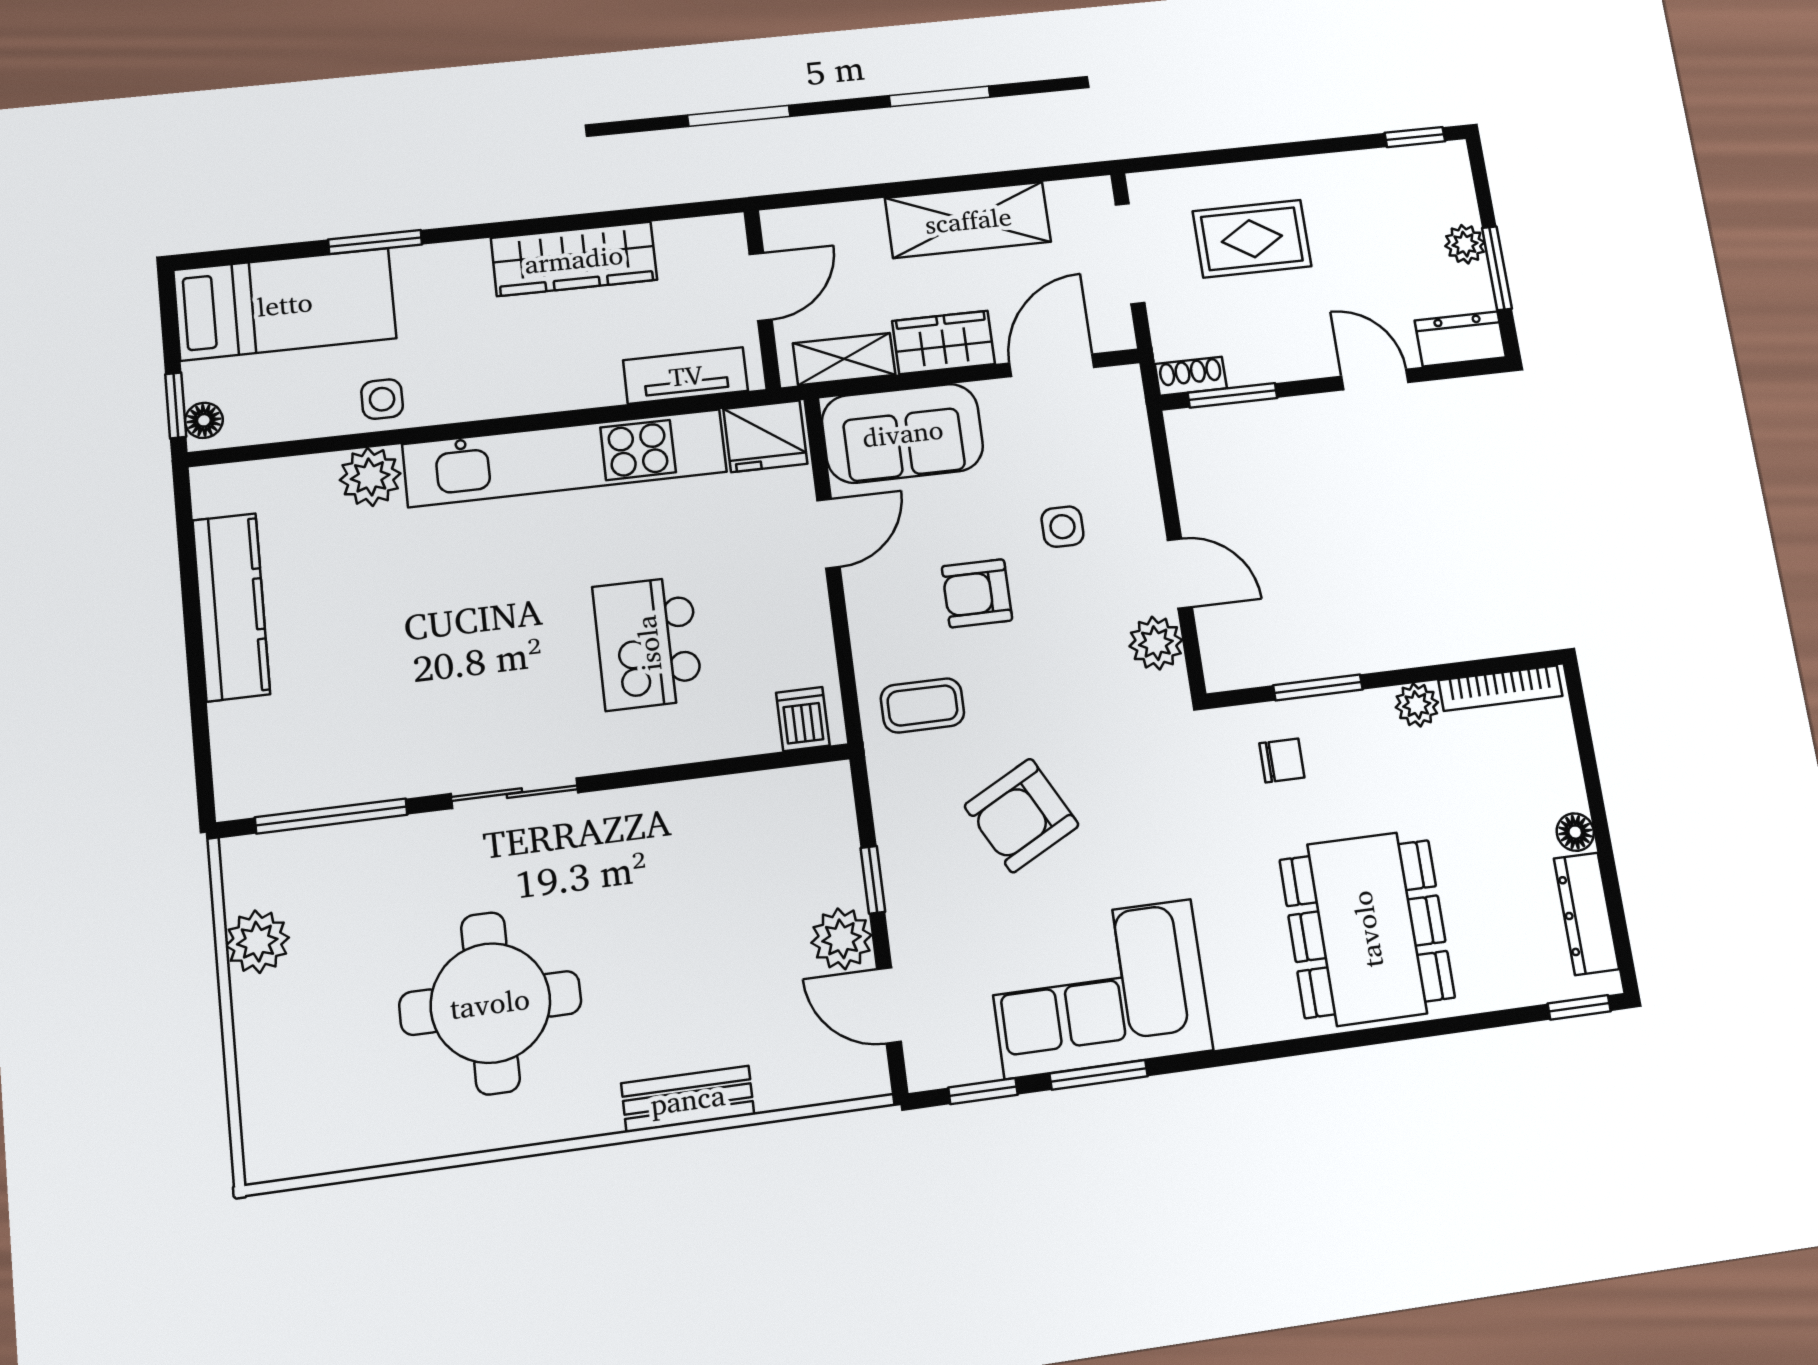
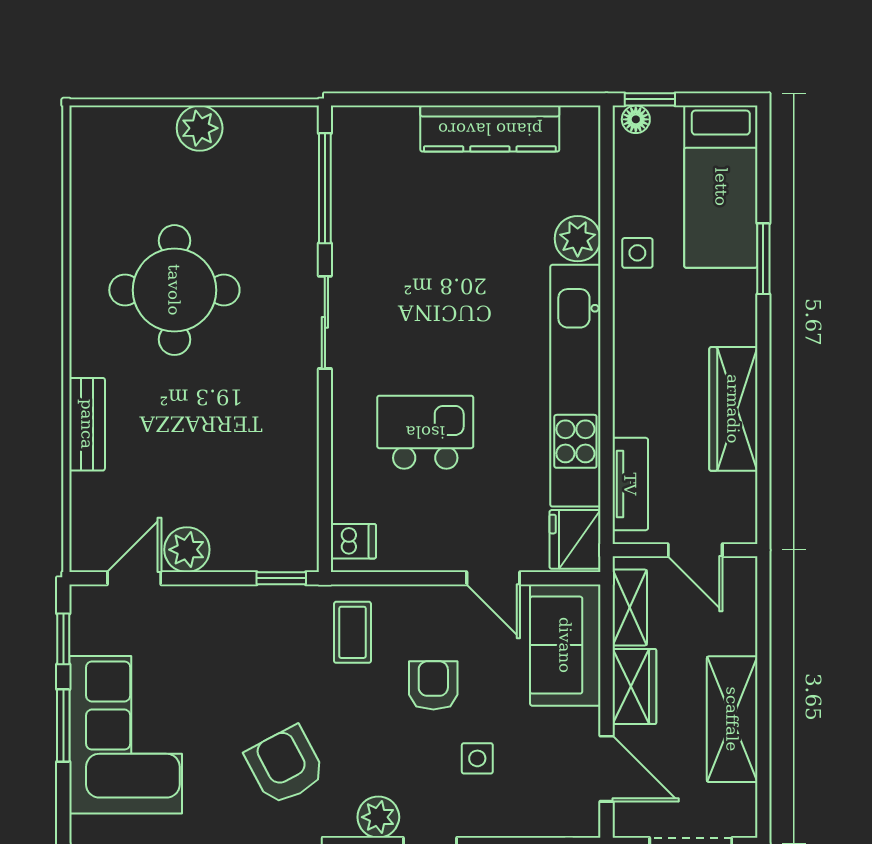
armchair: (1022, 815) -> (285, 766), moved
window: (873, 880) -> (281, 578), moved
plant: (257, 942) -> (200, 128), moved

